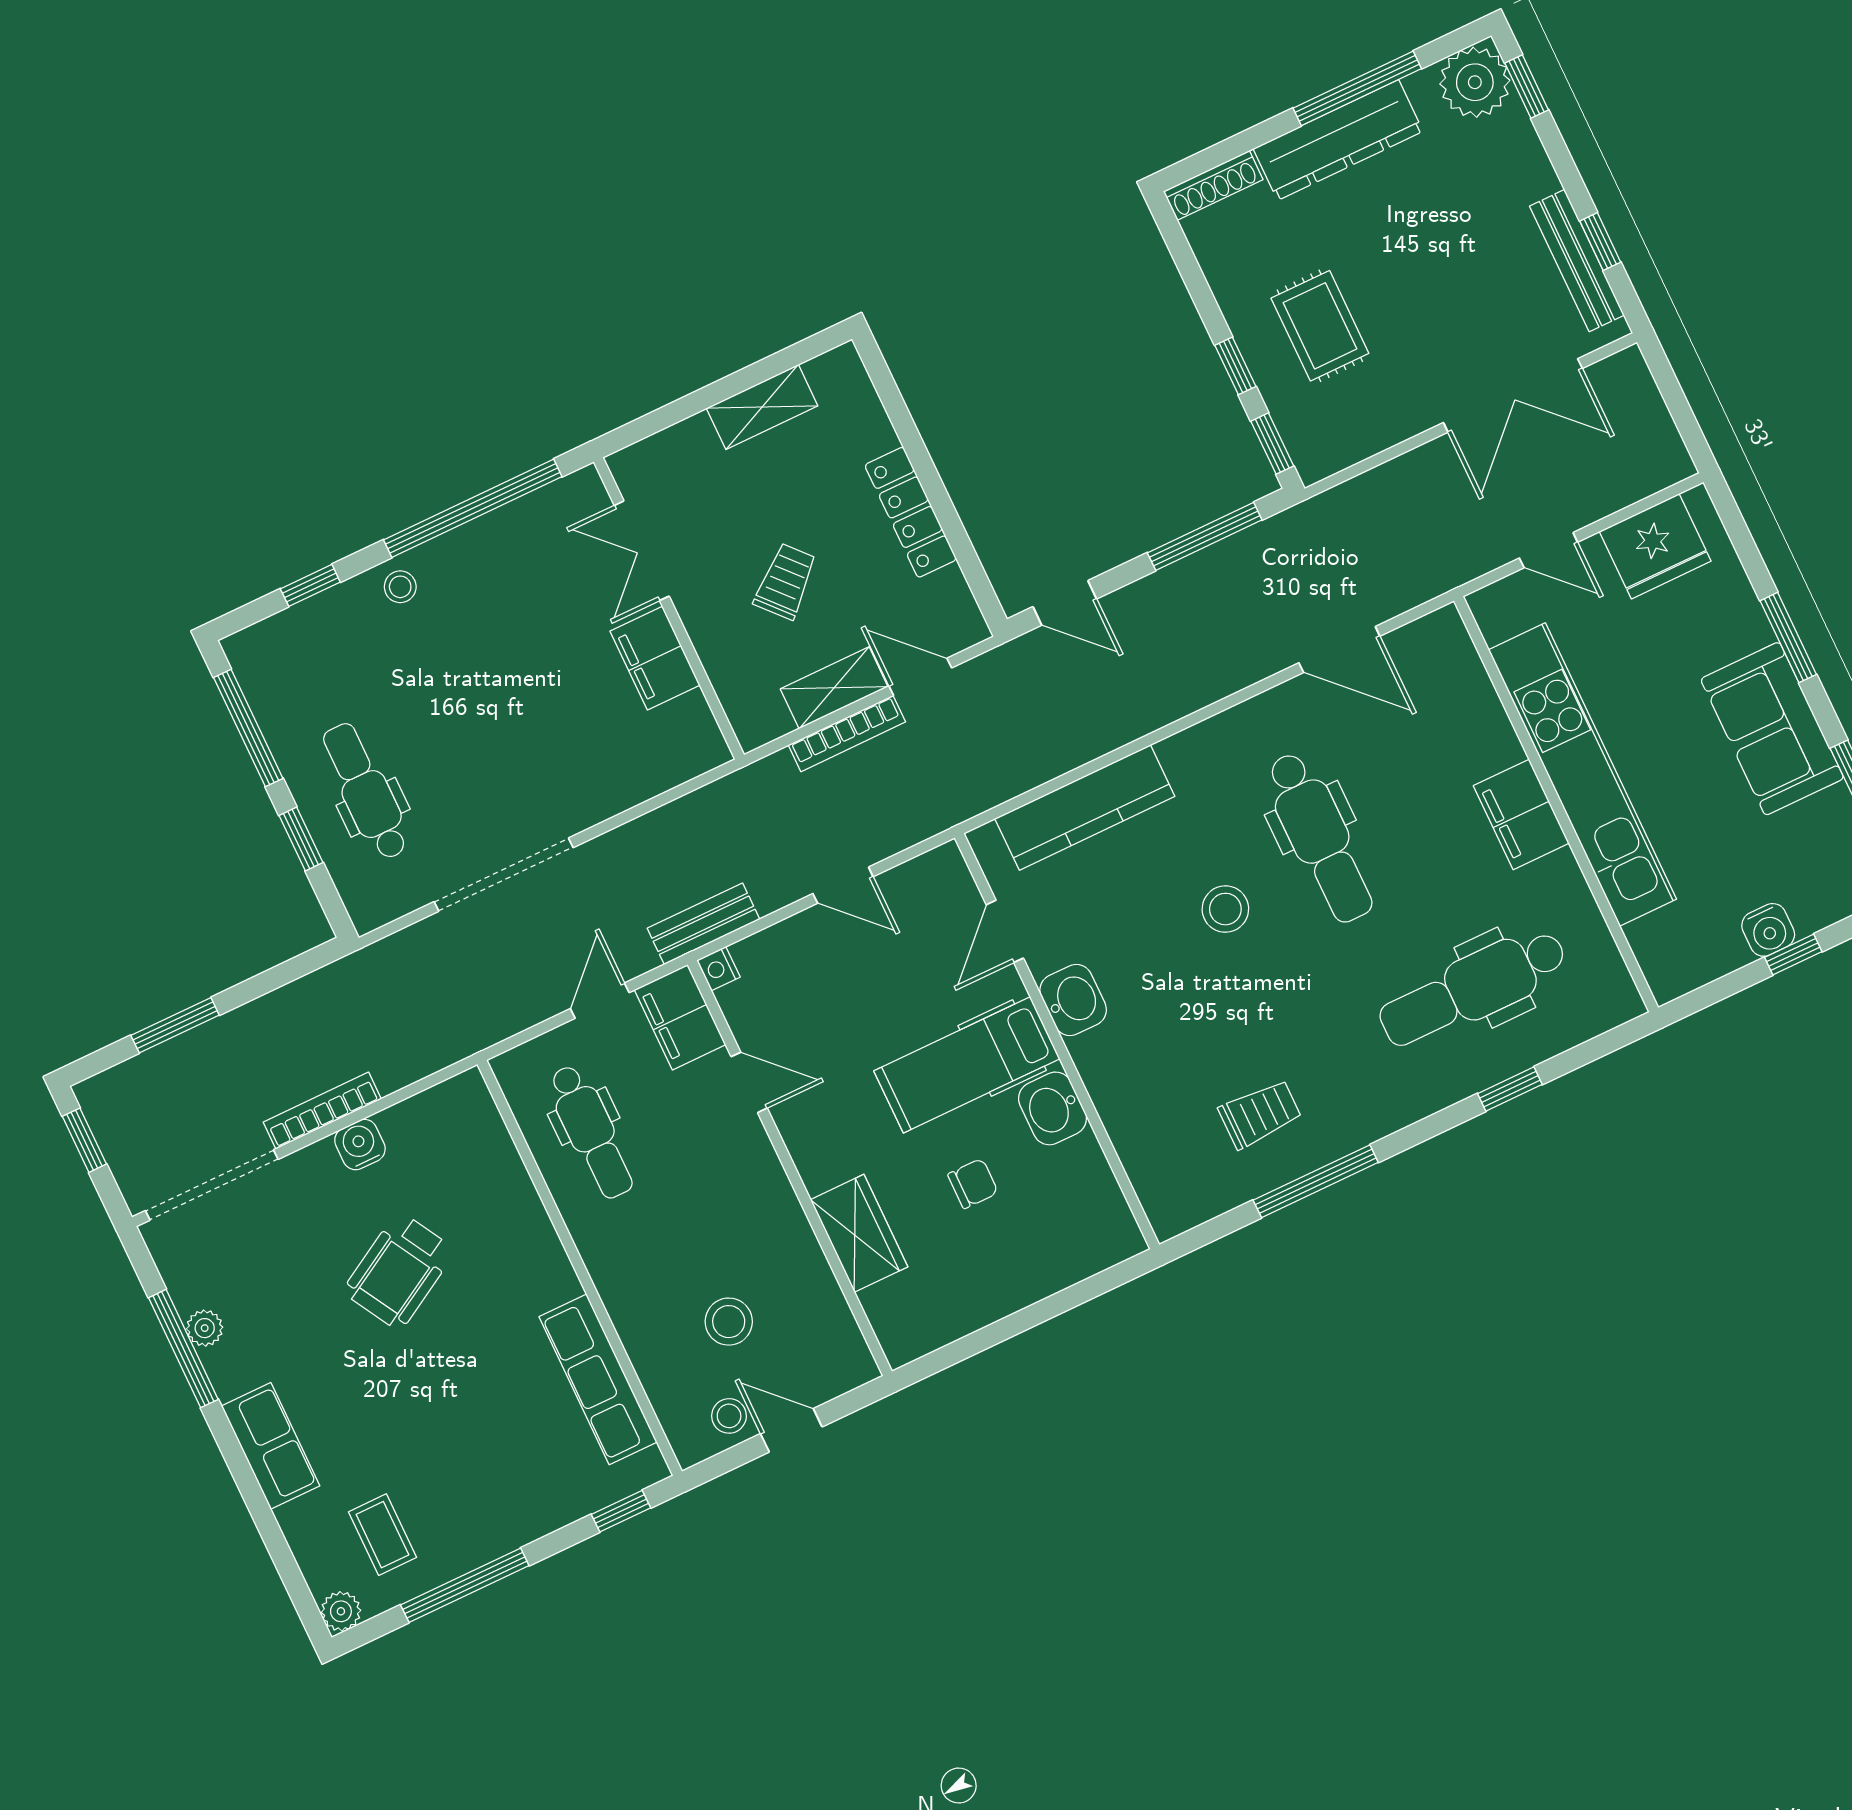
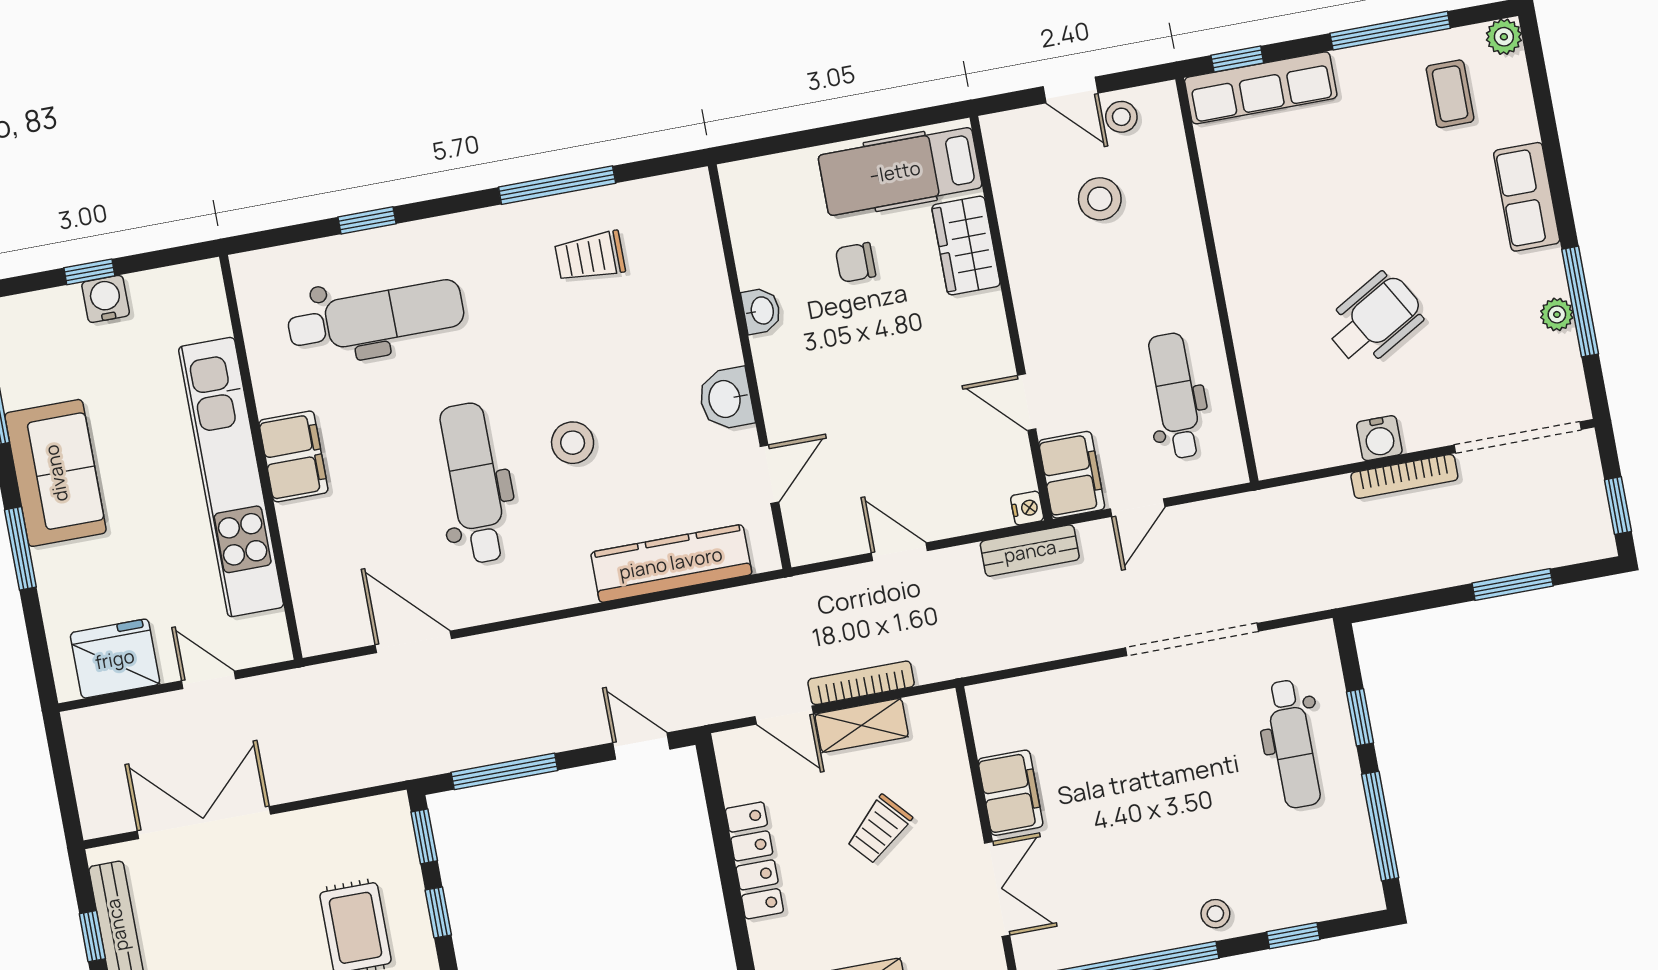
hospital bed: (967, 1065) -> (900, 171), moved, turned 180
washbasin: (1053, 1108) -> (761, 311), width x0.72, depth x0.69
row of seats: (598, 1379) -> (1261, 88), moved, turned 90

